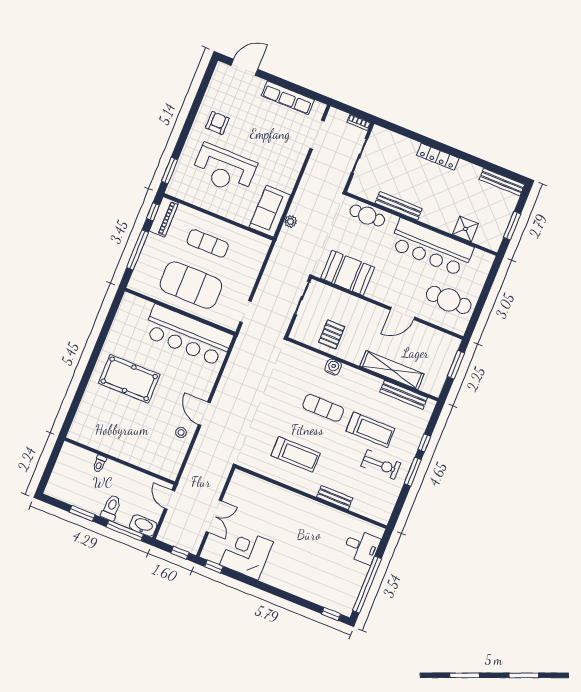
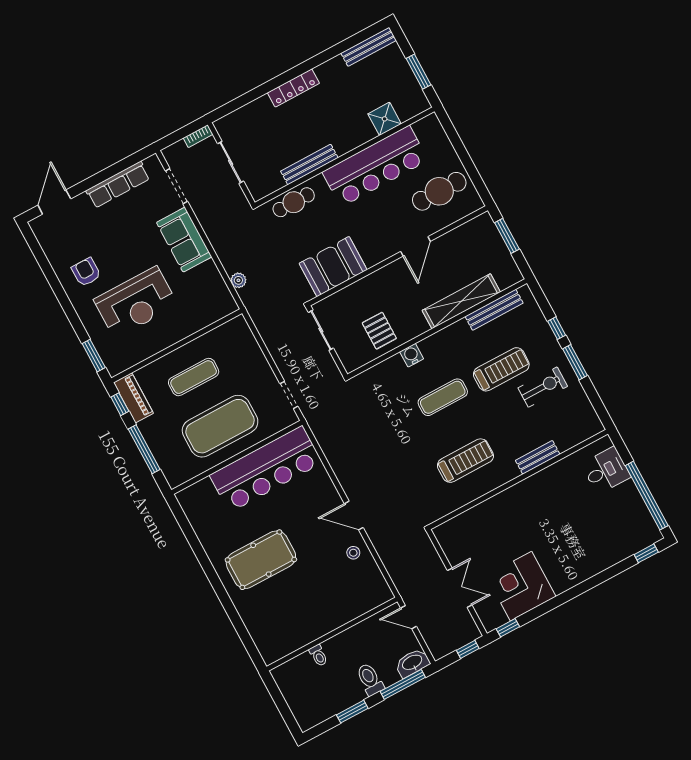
sofa: (270, 211) -> (184, 240), moved

